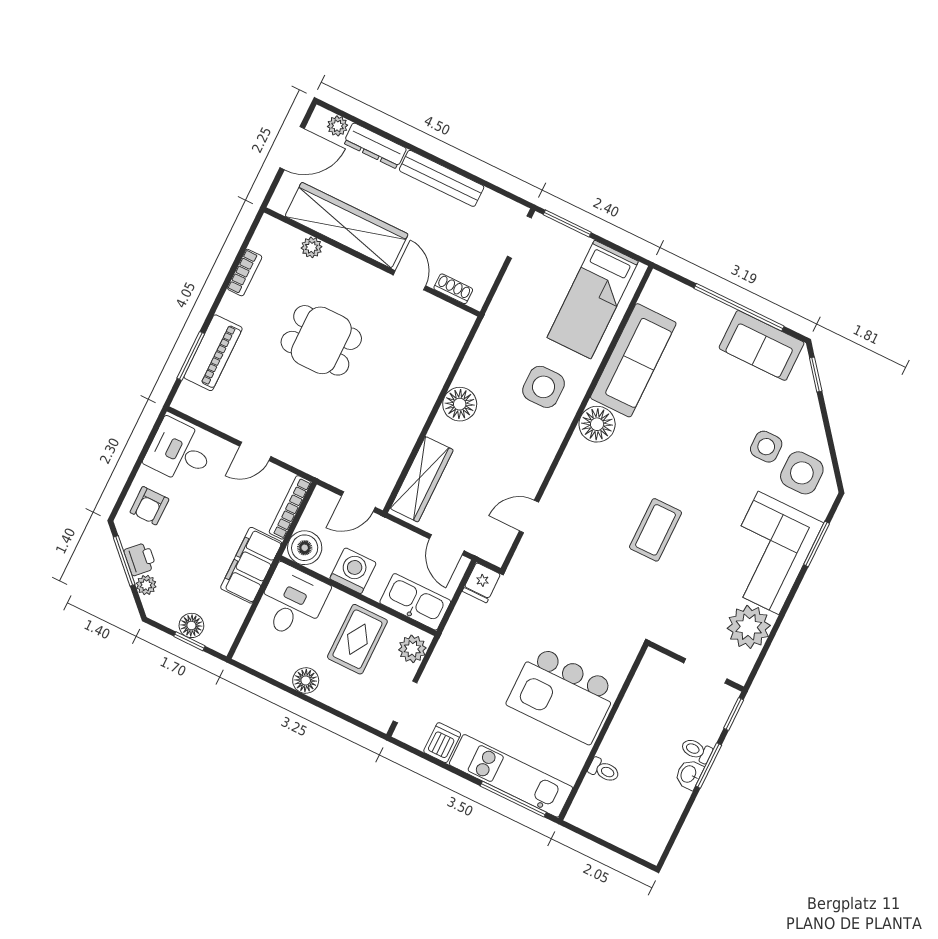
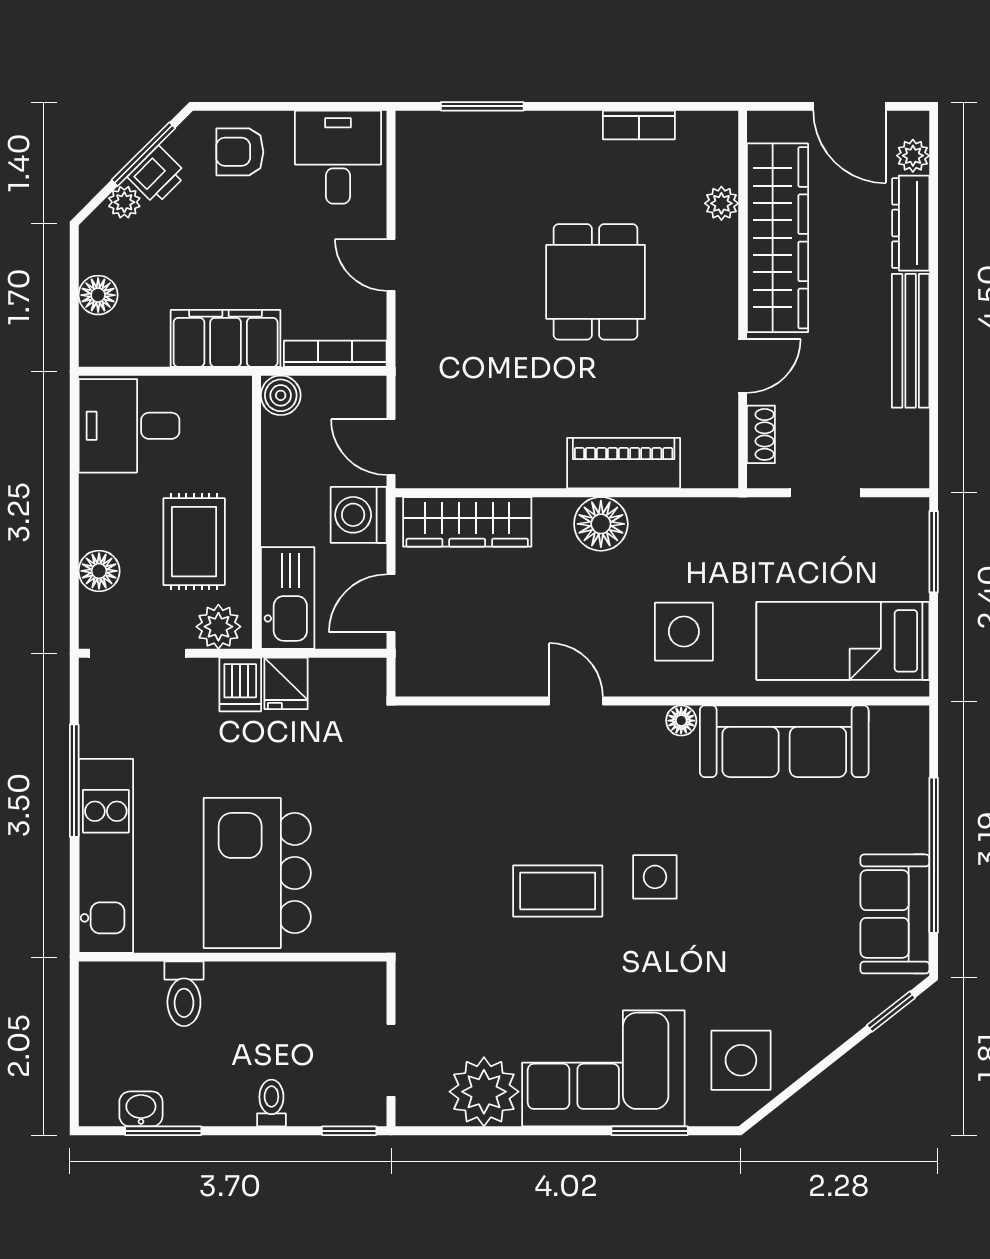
doorway: (519, 237) -> (825, 493), moved
piano: (213, 353) -> (624, 463), moved, turned 180
floor lamp: (597, 424) -> (681, 721), width x0.53, depth x0.53
side table: (766, 447) -> (655, 877), moved
door: (529, 517) -> (576, 701), moved
boiler: (305, 548) -> (281, 395), width x0.73, depth x0.73
washing machine: (353, 571) -> (359, 515), moved, turned 180
fridge: (481, 583) -> (286, 683), moved, turned -90
desk: (292, 602) -> (129, 426), moved, turned 180
rug: (357, 639) -> (194, 542), turned 90
window: (189, 641) -> (74, 303), removed
floor lamp: (306, 681) -> (99, 571), moved
doorway: (405, 702) -> (138, 653), width x1.38
dishwasher: (442, 743) -> (240, 684), moved, turned 90
window: (709, 765) -> (163, 1131), moved
toilet: (604, 770) -> (184, 994), width x1.37, depth x1.39
washbasin: (689, 774) -> (141, 1109), moved
window: (513, 799) -> (74, 781), moved

